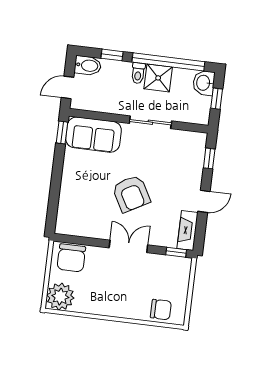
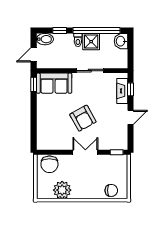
window: (217, 99) -> (130, 50), removed
fireplace: (188, 231) -> (122, 91), moved
plant: (60, 297) -> (62, 190), moved

